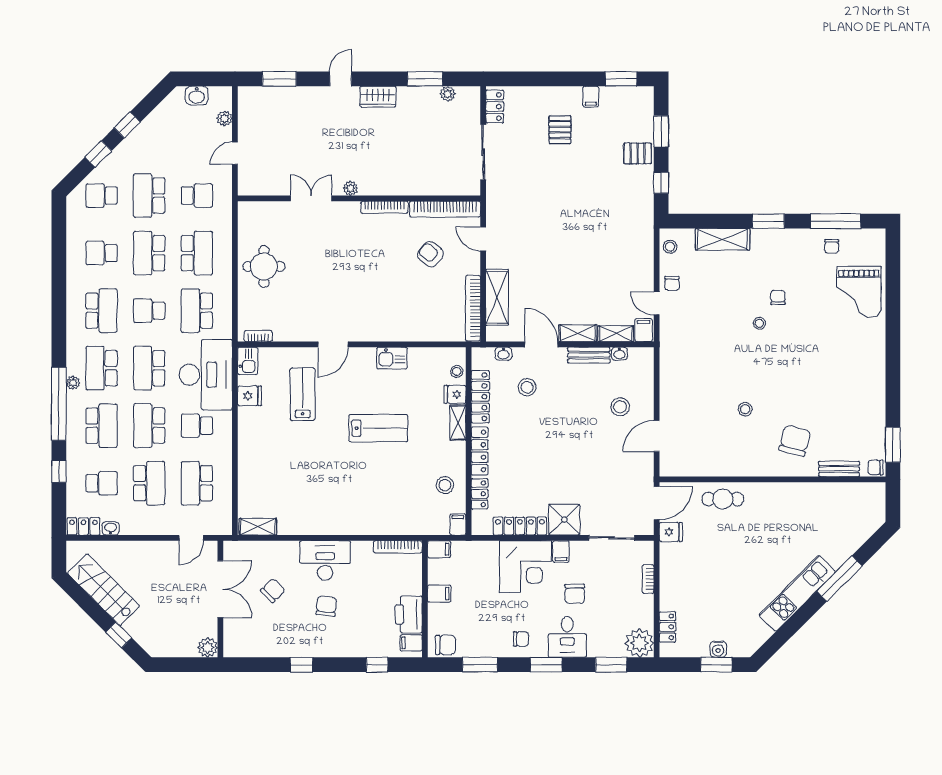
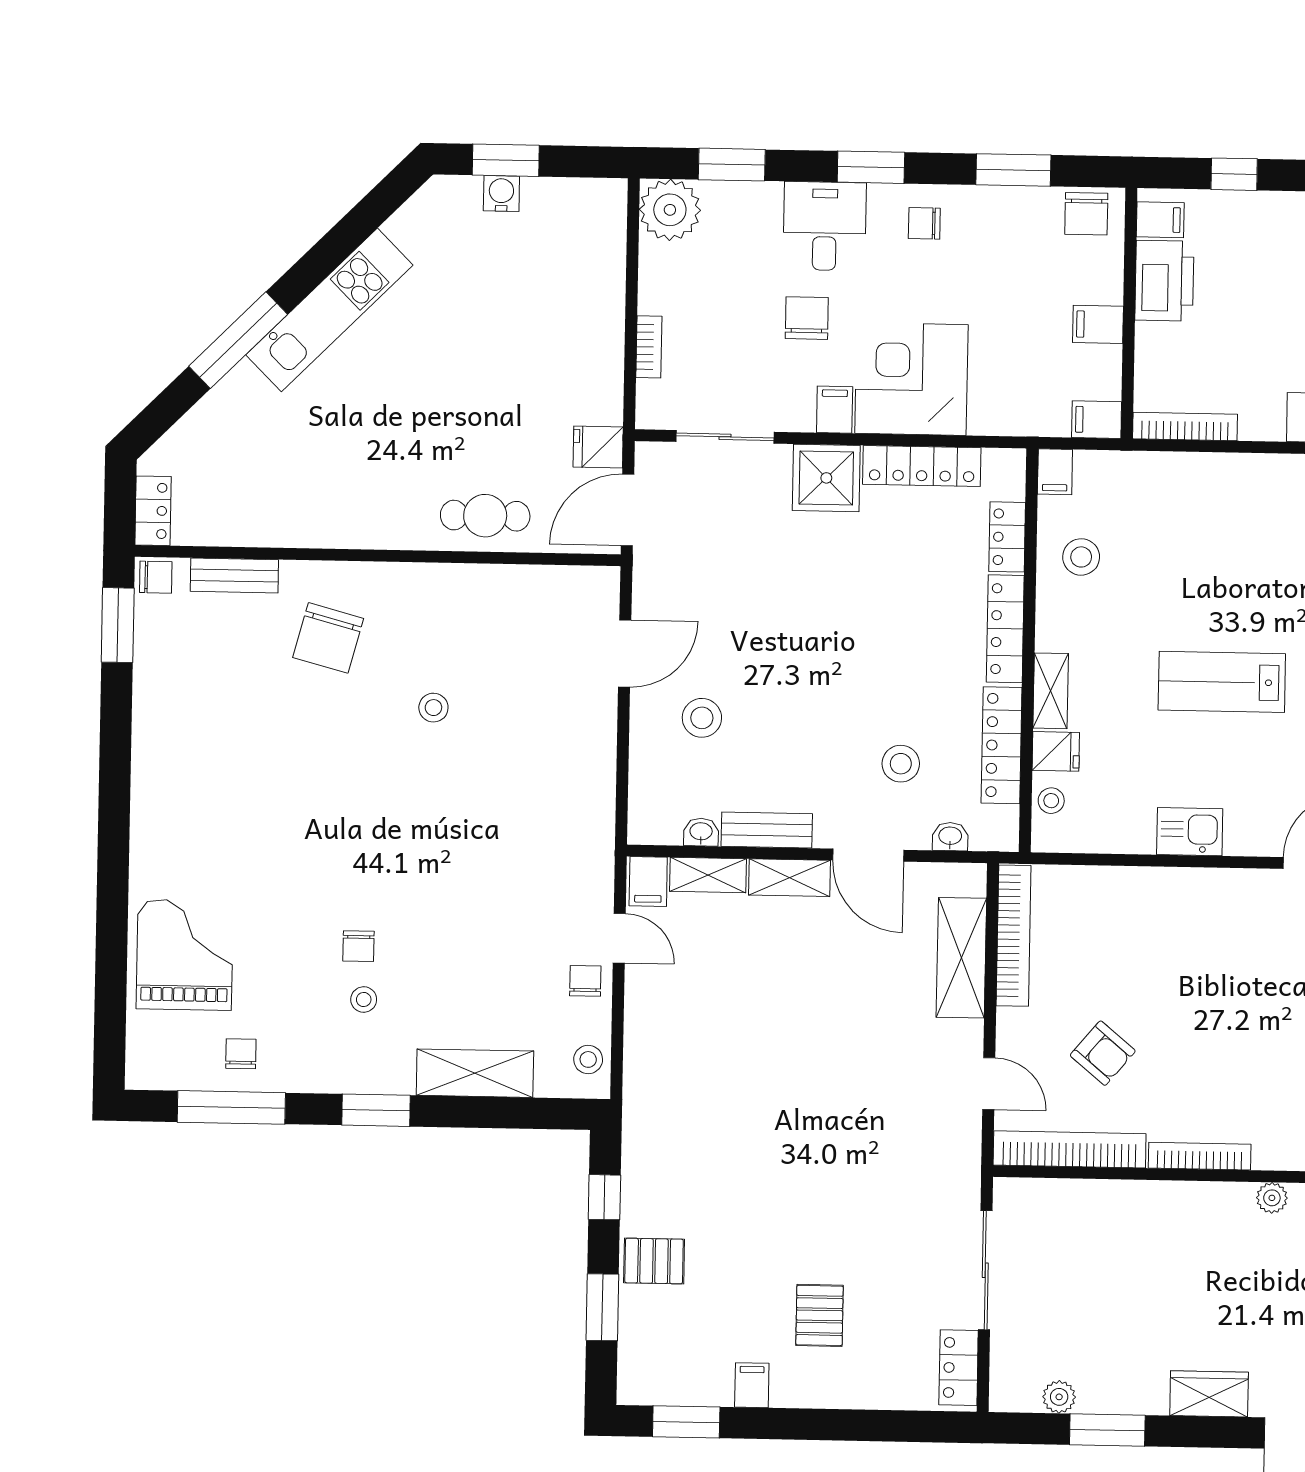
stool: (759, 323) -> (364, 1000), moved
locker: (667, 627) -> (153, 511), moved, turned 180
chair: (446, 645) -> (1086, 214), turned -90

